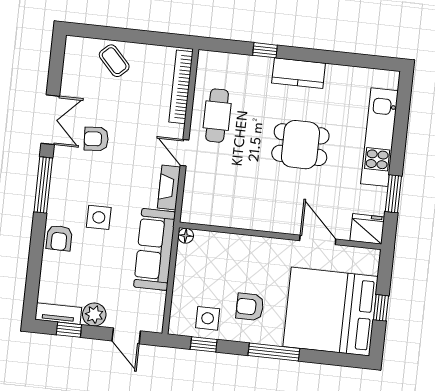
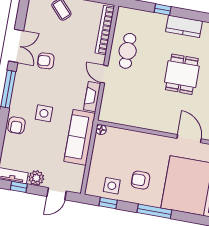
dining table: (300, 145) -> (182, 74), turned 90
door: (126, 336) -> (57, 194), hinge flipped

